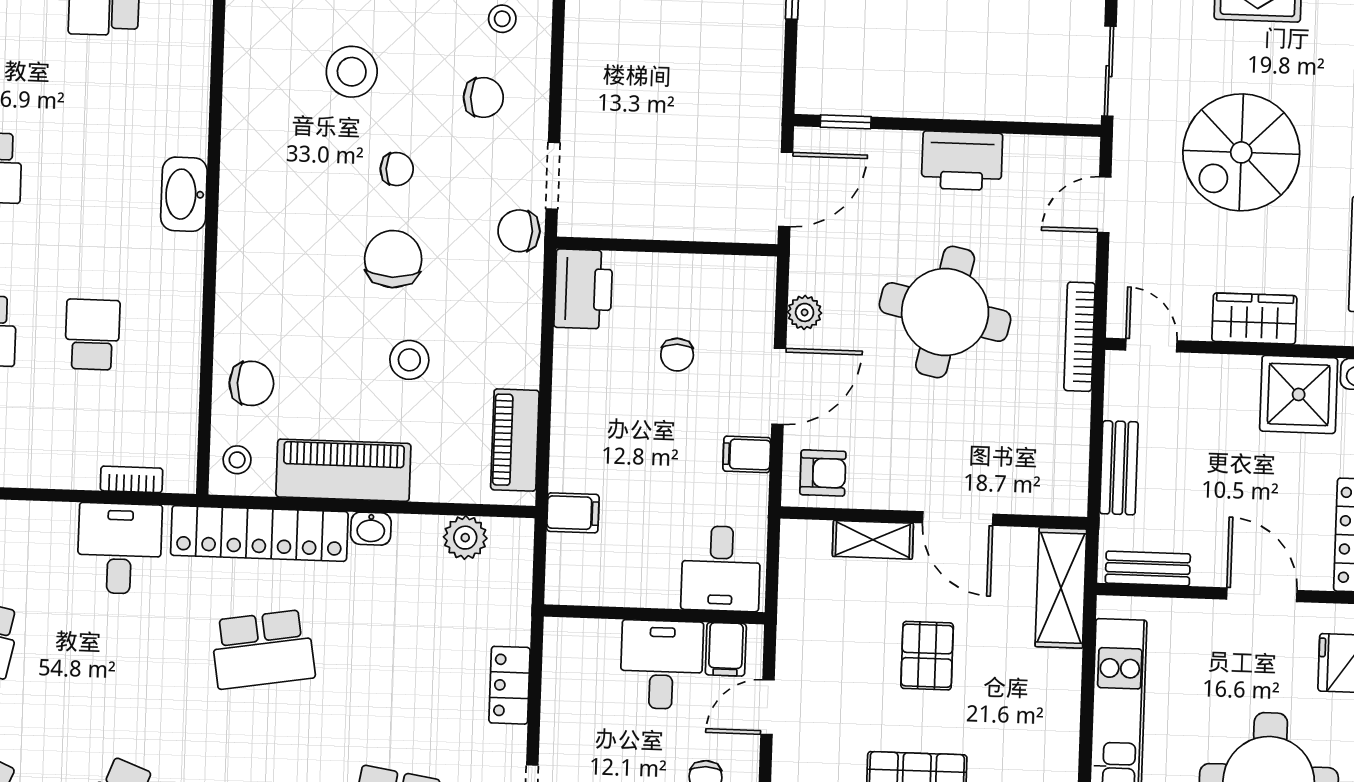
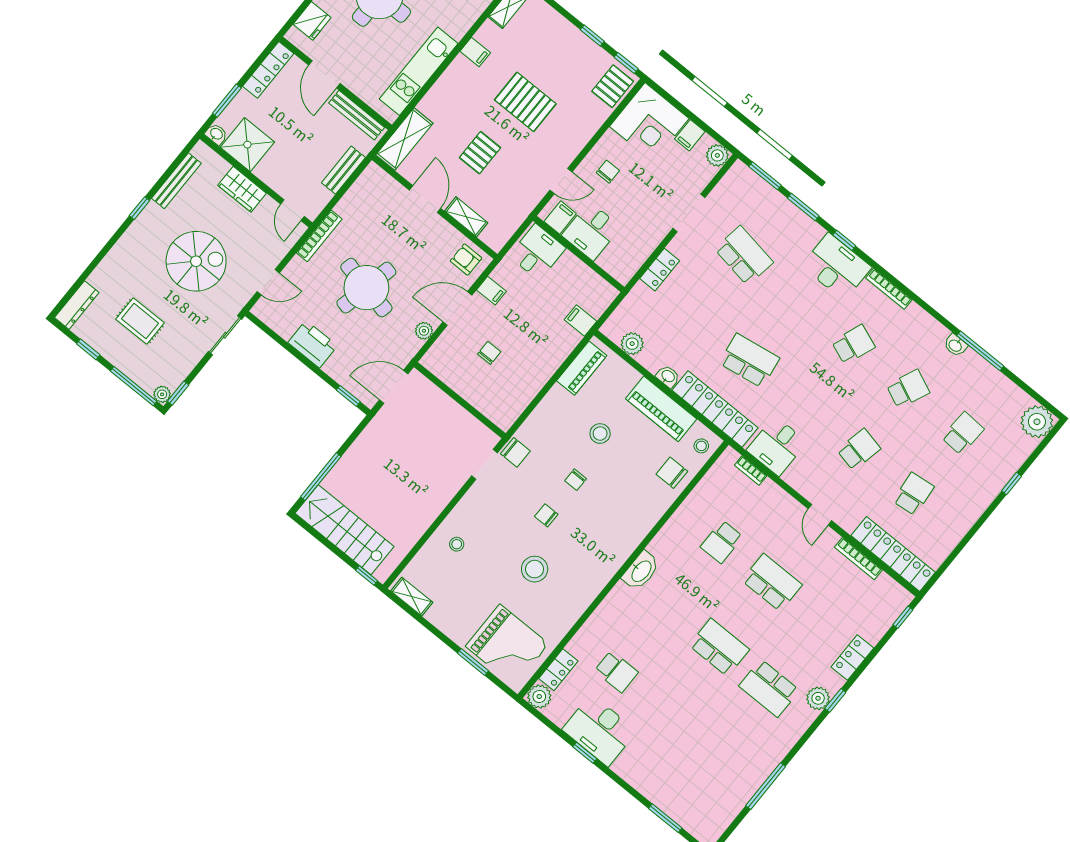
chair: (483, 97) -> (489, 518), removed
chair: (393, 259) -> (576, 480), width x0.54, depth x0.54
printer: (583, 289) -> (507, 409), removed
bench: (1148, 568) -> (357, 115), width x1.36

